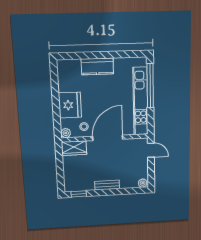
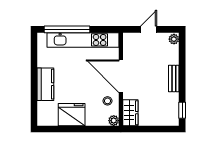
fridge: (70, 105) -> (72, 115), moved
door: (151, 150) -> (149, 29), moved

